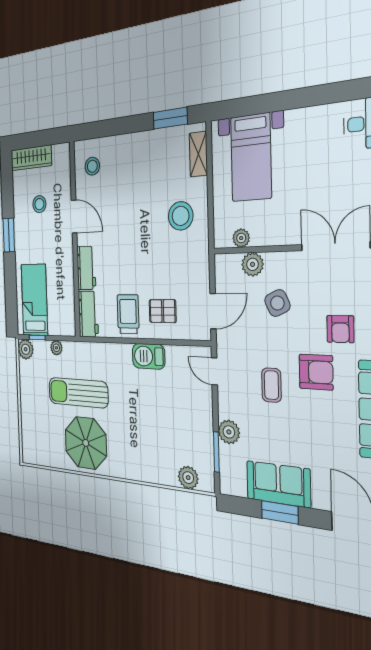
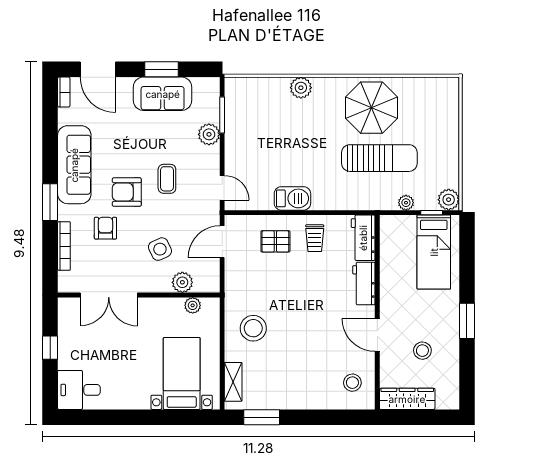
wardrobe: (31, 158) -> (407, 399), moved
trolley: (128, 314) -> (315, 238), width x0.73, depth x0.72
plant: (188, 478) -> (301, 88), moved

